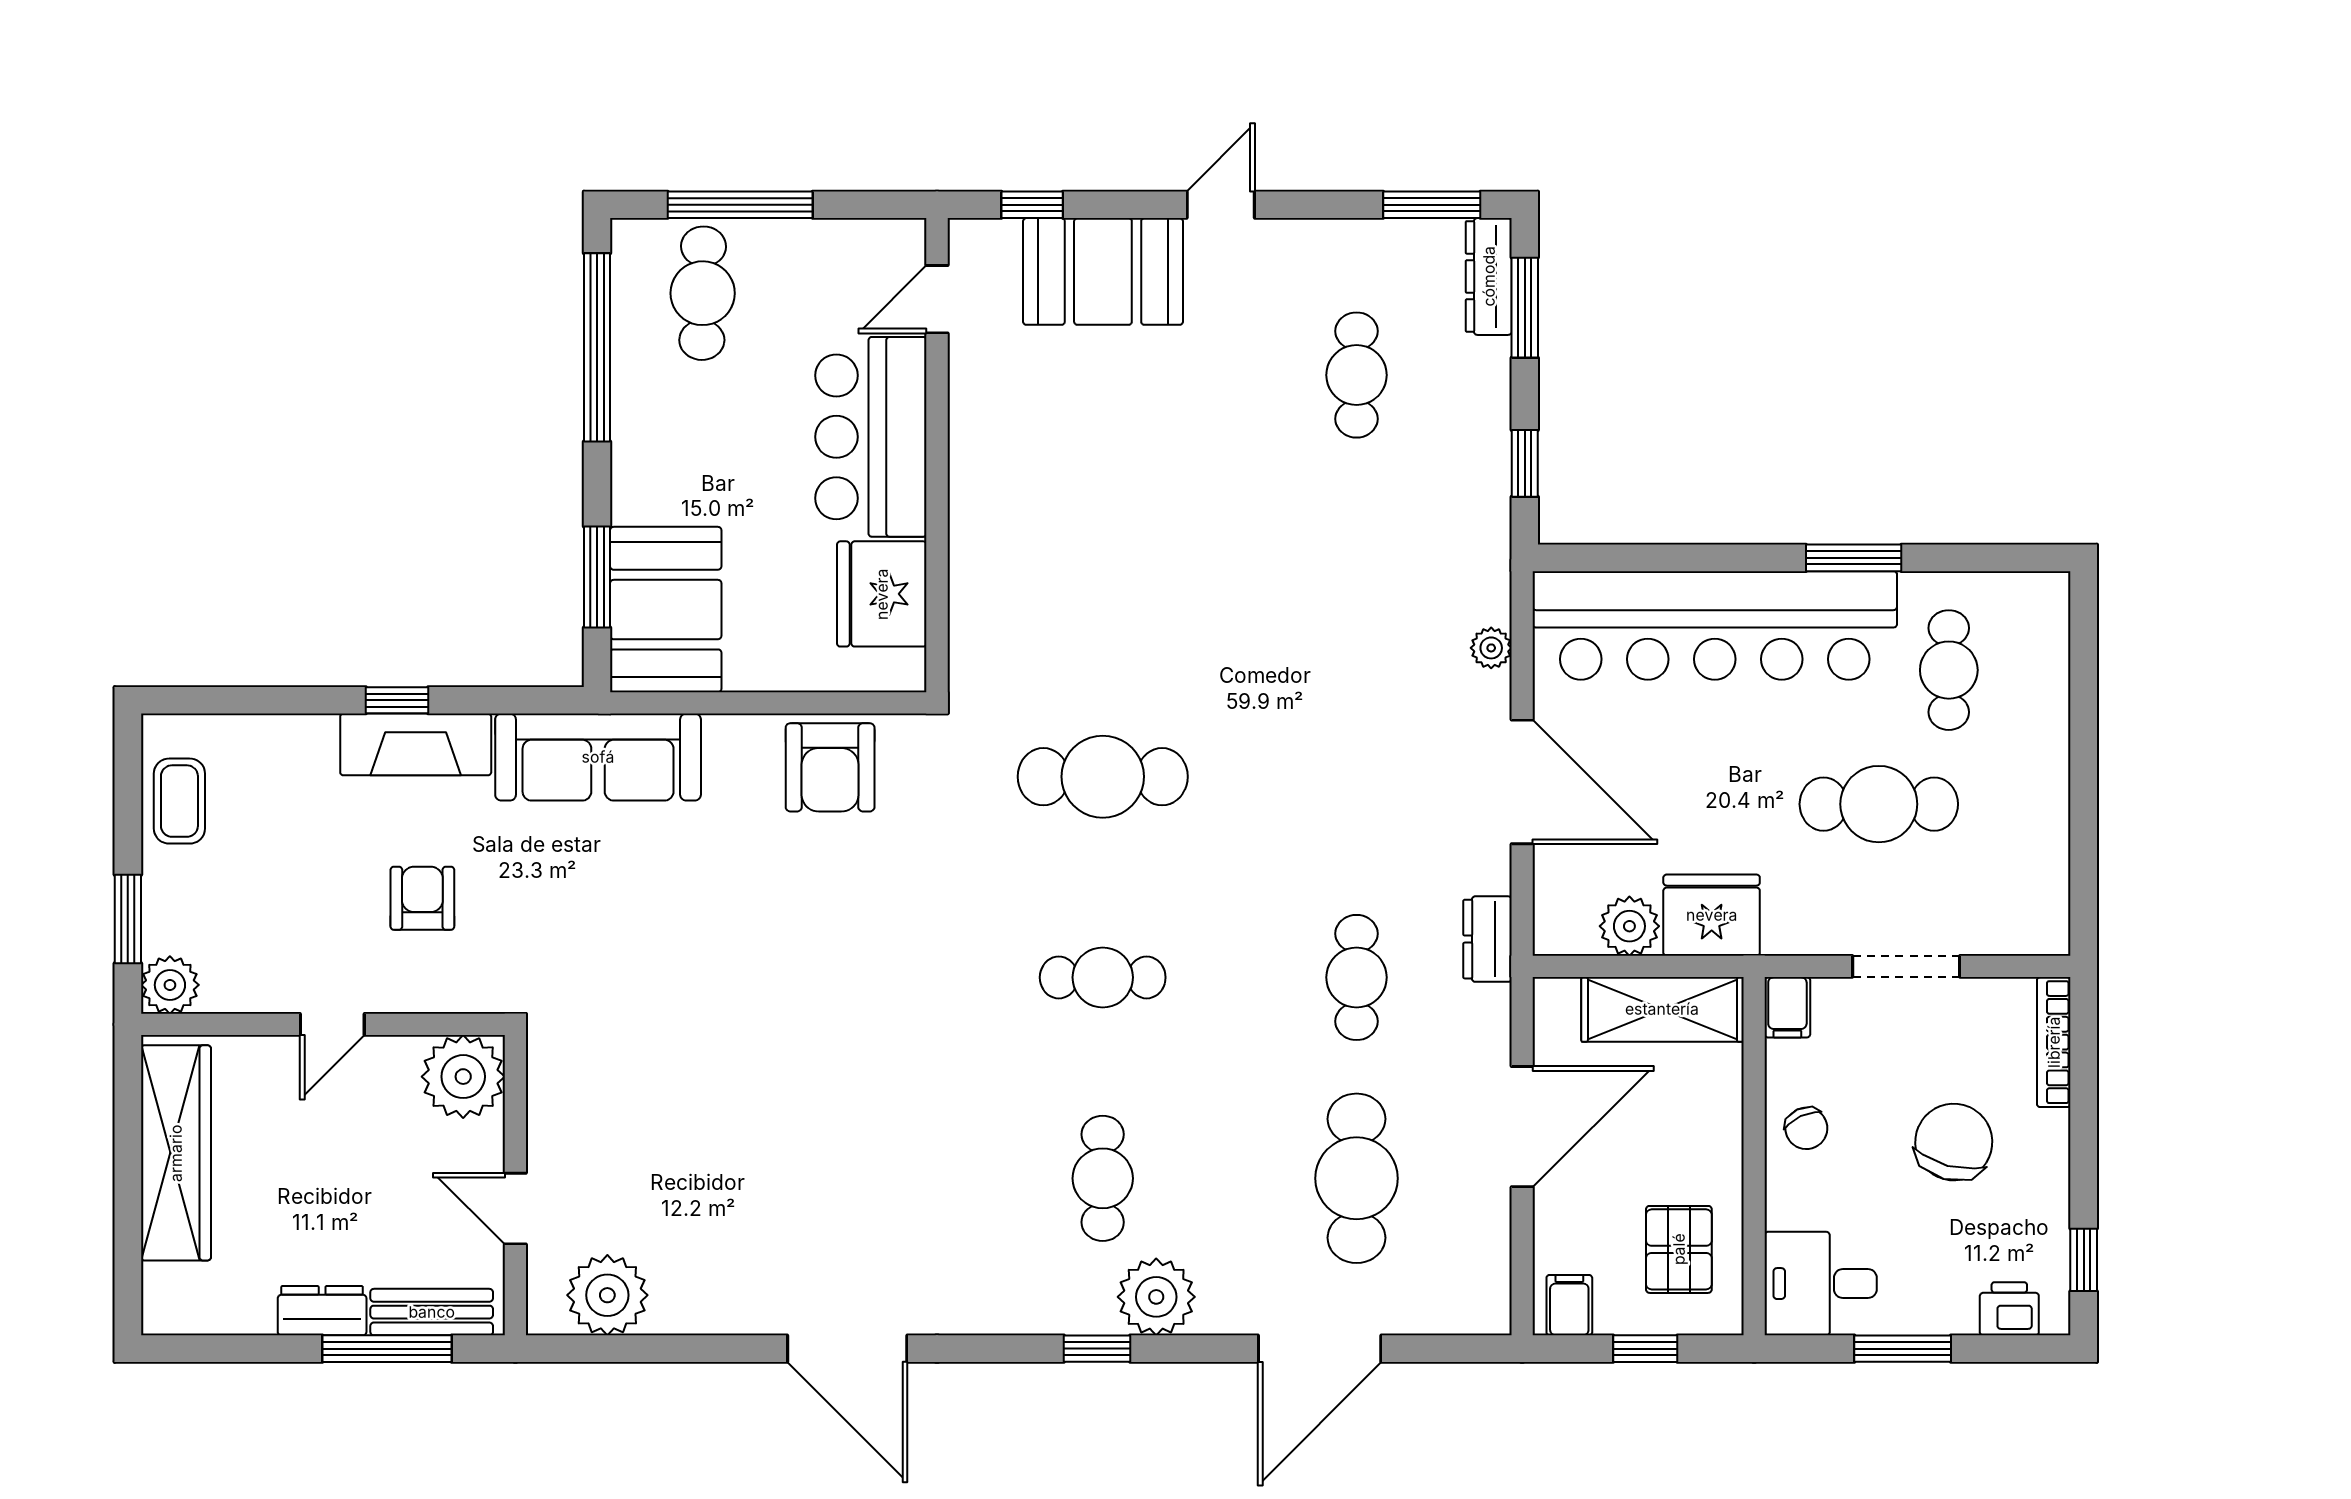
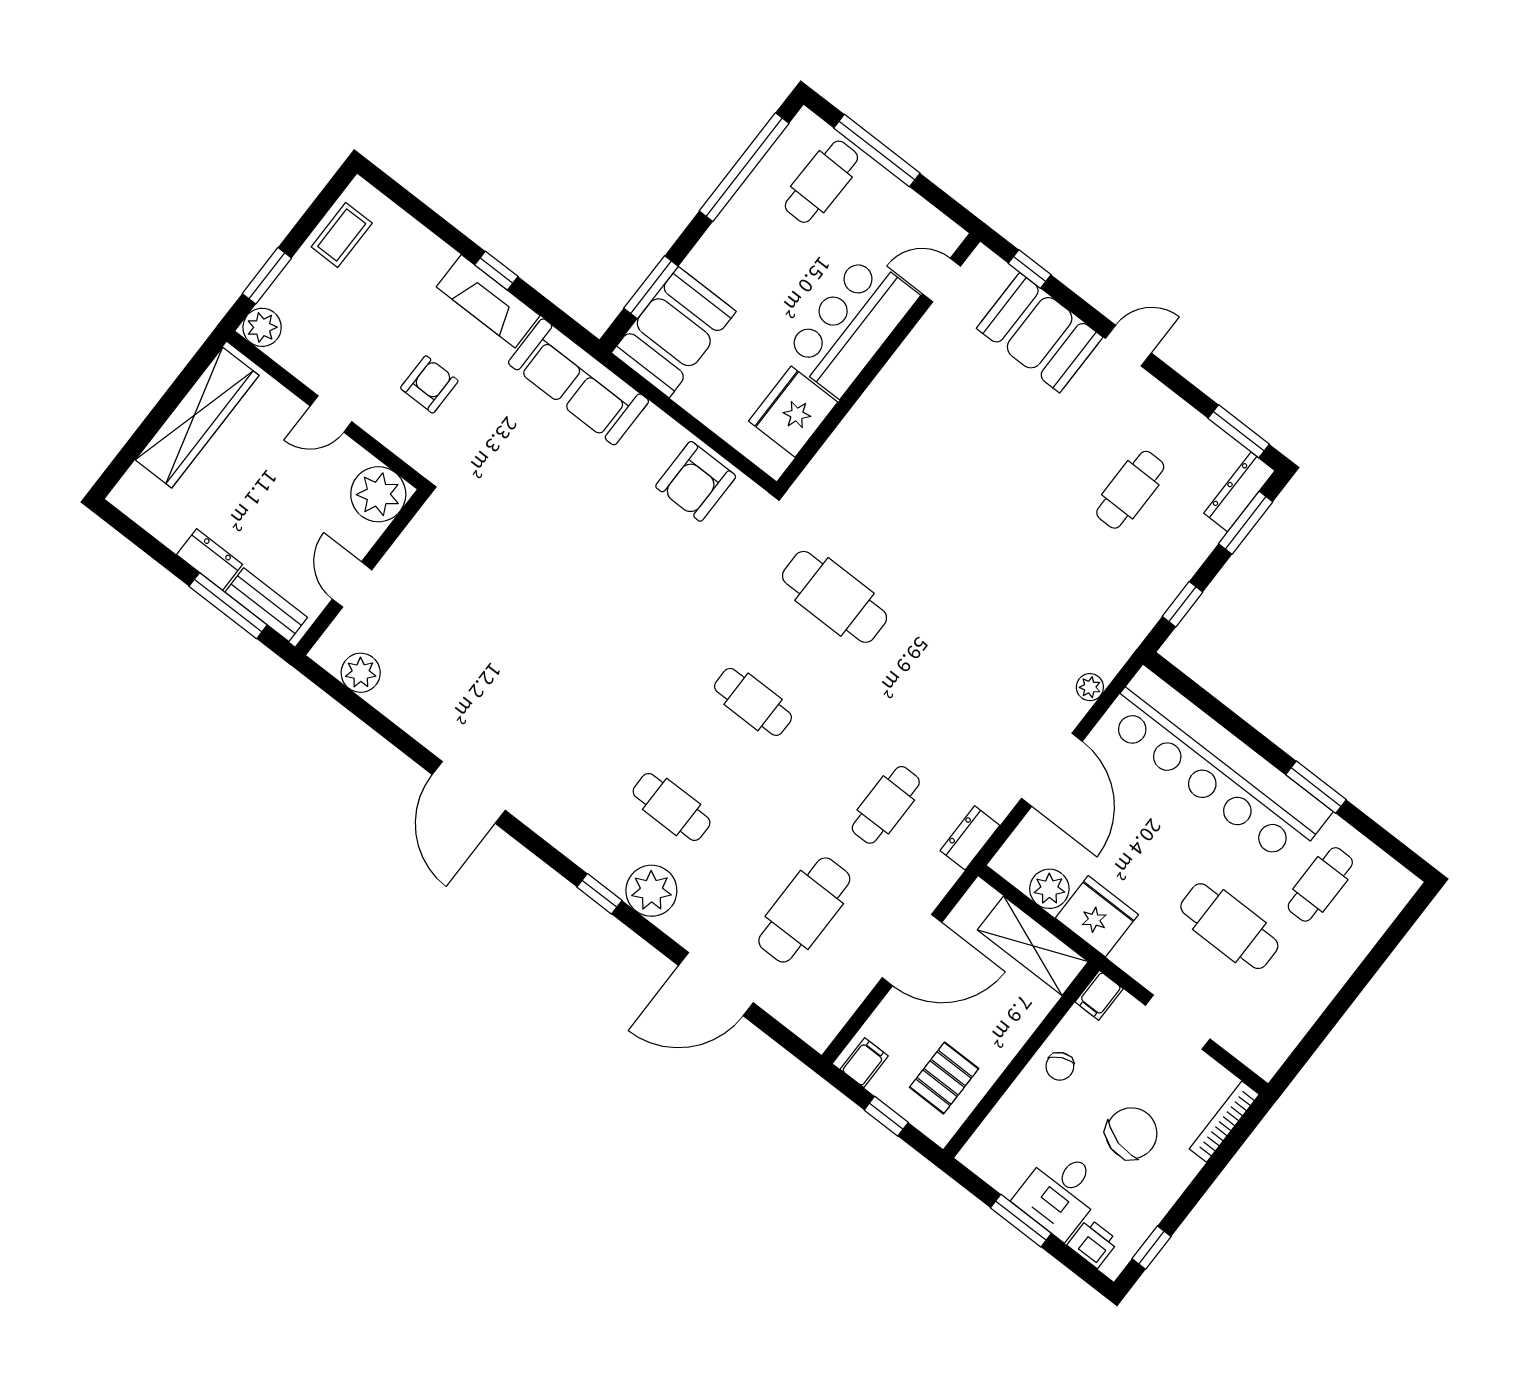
cafe table: (1103, 1178) -> (672, 807), turned 90
desk: (1821, 1284) -> (1060, 1193), moved, turned -90
plant: (607, 1295) -> (361, 673), width x0.73, depth x0.73

